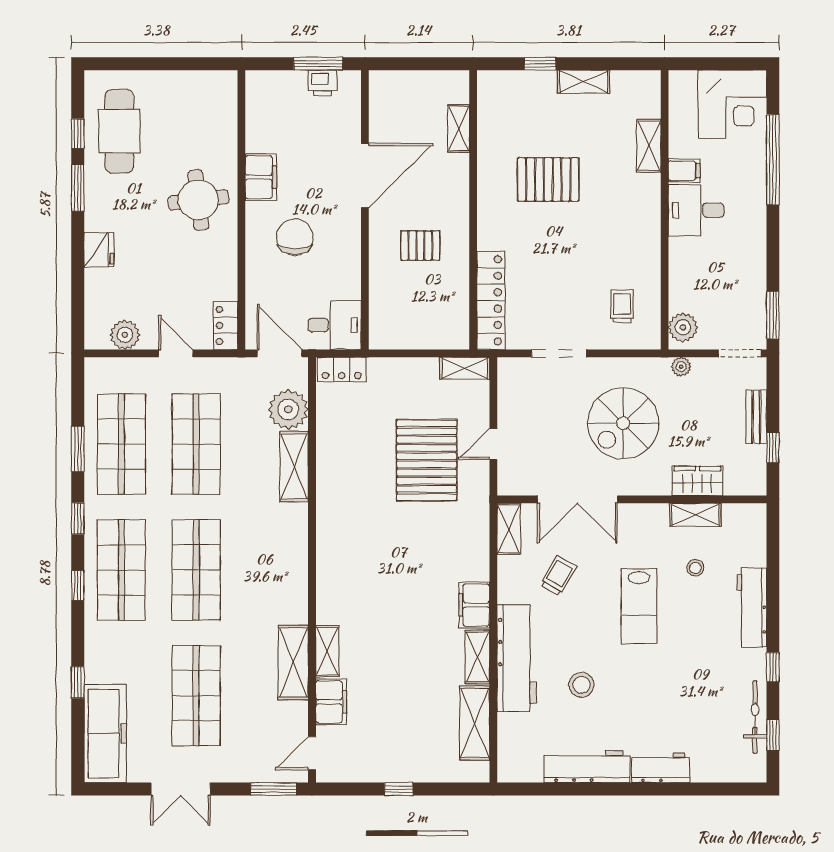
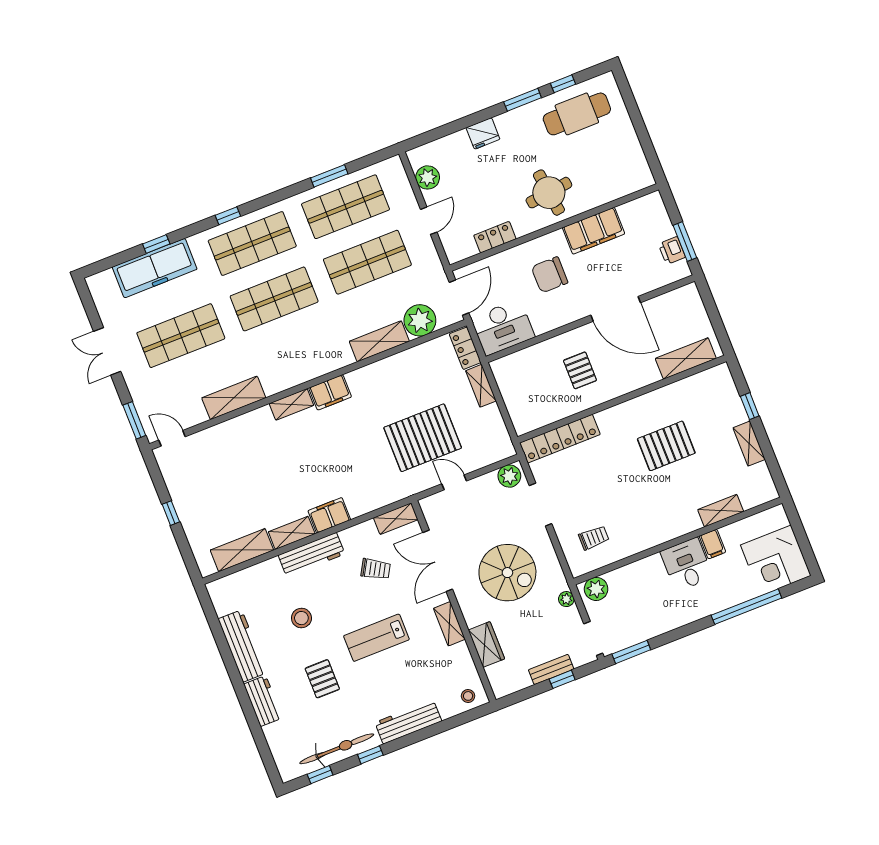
shelving: (459, 128) -> (686, 358), width x1.50, depth x1.33
filing cabinet: (261, 177) -> (594, 231), width x1.50, depth x1.17
pallet: (548, 179) -> (666, 446), turned 90
chair: (295, 237) -> (550, 275), turned 180
locker: (226, 325) -> (495, 237), moved
desk: (335, 325) -> (503, 327), width x1.37
shelving: (465, 368) -> (481, 386), moved
plant: (511, 377) -> (509, 476), added
spiral stairs: (623, 423) -> (507, 573), turned 180
window: (773, 448) -> (562, 679), moved
shelving: (695, 515) -> (449, 624), moved
window: (78, 518) -> (278, 196), removed
stool: (695, 568) -> (468, 696), moved
shelving: (327, 651) -> (291, 404), moved
workbench: (517, 658) -> (311, 555), width x0.73, depth x0.76
pallet: (662, 688) -> (322, 679), added
filing cabinet: (331, 702) -> (330, 392), moved
bicycle: (755, 717) -> (337, 749), width x1.37, depth x1.40
freezer: (105, 734) -> (155, 268), moved

